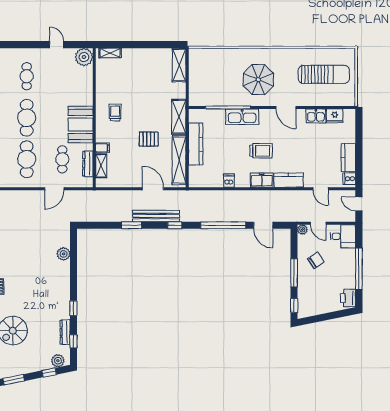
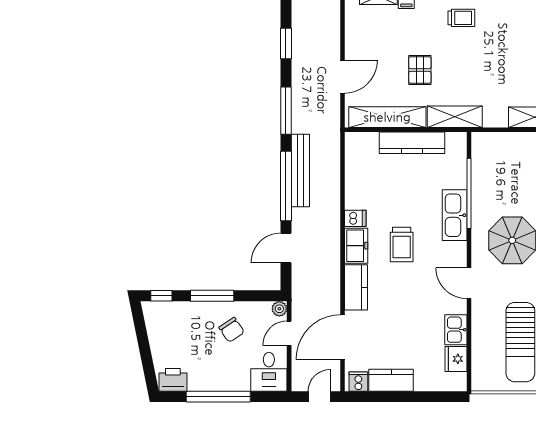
door: (286, 107) -> (469, 283), hinge flipped
dishwasher: (229, 181) -> (355, 218), moved
door: (321, 189) -> (343, 337), width x1.88
bench: (156, 216) -> (300, 171), moved
window: (175, 225) -> (286, 111), width x2.17

